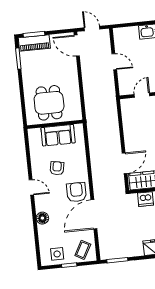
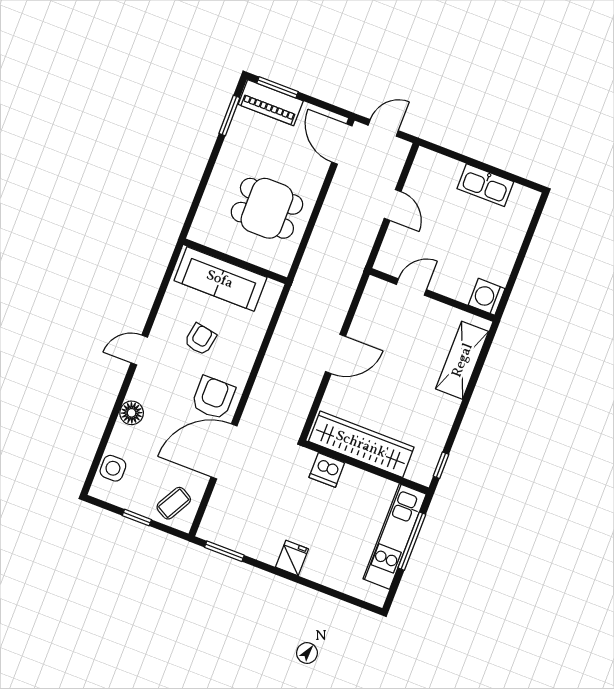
door: (92, 28) -> (383, 128), hinge flipped
dining table: (49, 103) -> (267, 208), moved, turned 90
sofa: (58, 135) -> (220, 279), width x1.36
door: (125, 163) -> (335, 354), moved
door: (31, 187) -> (139, 350), swing flipped
side table: (57, 254) -> (113, 468), moved

